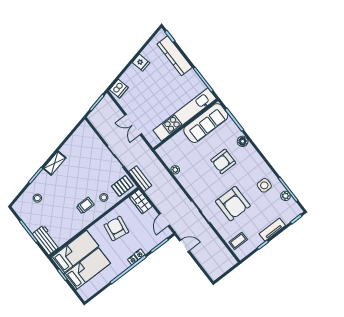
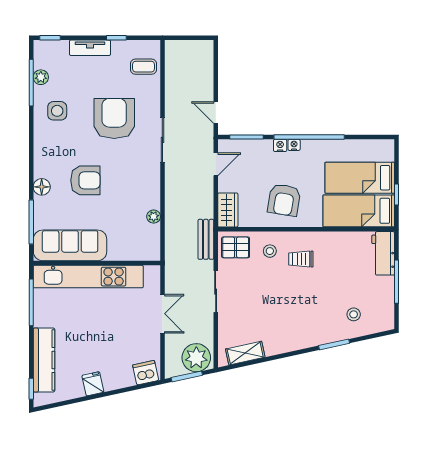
plant: (99, 116) -> (196, 358), added
shelving: (55, 163) -> (245, 353), moved

